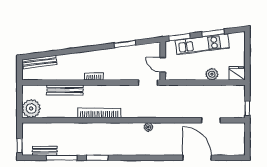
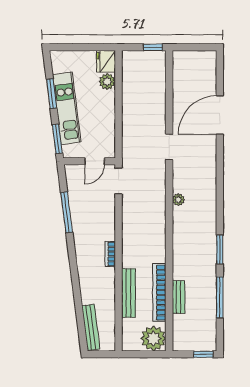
window: (125, 44) -> (67, 212), width x1.44
plant: (212, 74) -> (107, 82), moved
bookcase: (99, 113) -> (159, 292), moved
doorway: (211, 120) -> (169, 147), moved
plant: (148, 127) -> (178, 200), moved
bench: (45, 151) -> (179, 297), moved

